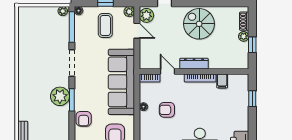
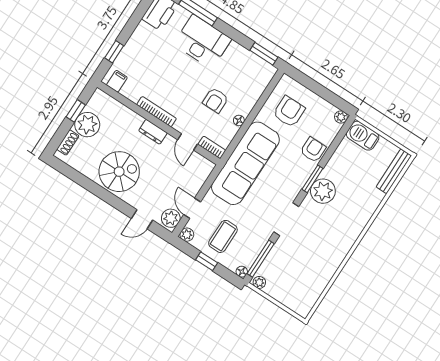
spiral stairs: (199, 24) -> (119, 172), turned -90
plant: (244, 36) -> (87, 125), width x1.87, depth x1.87
dresser: (194, 64) -> (153, 132), width x0.70
filing cabinet: (222, 81) -> (117, 81), moved
armchair: (167, 110) -> (215, 100), turned 90

